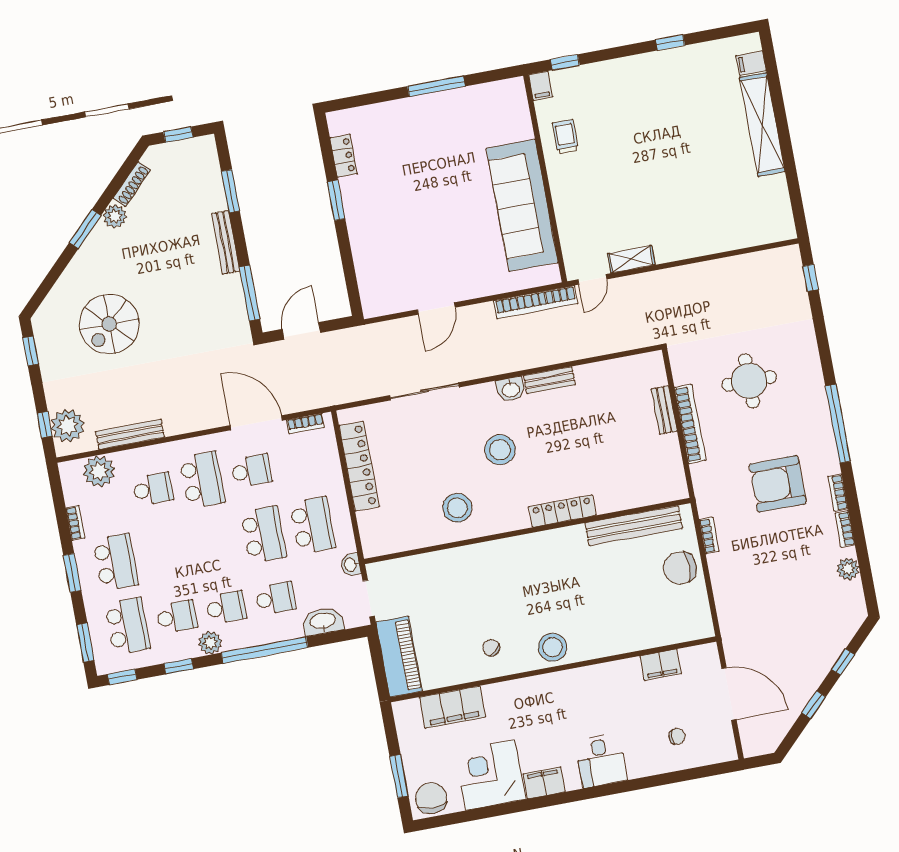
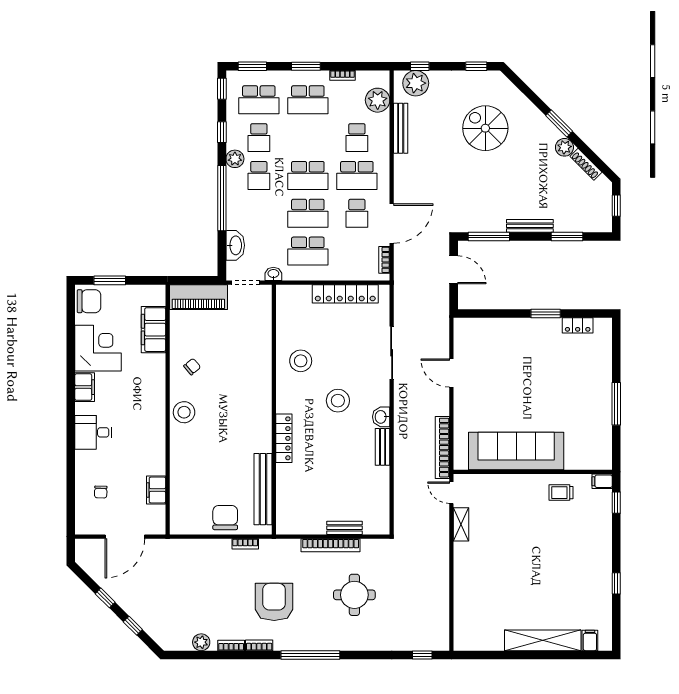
trolley: (565, 137) -> (561, 493), turned 180
school desk: (275, 598) -> (308, 175), moved, width x1.85

